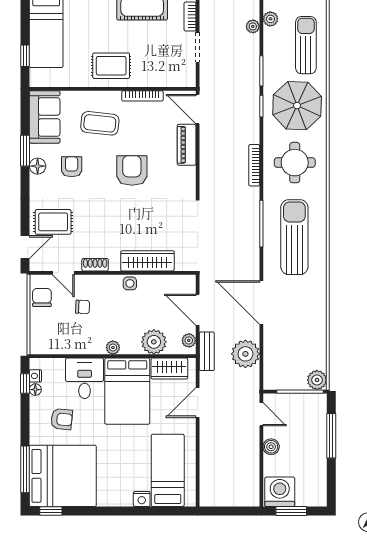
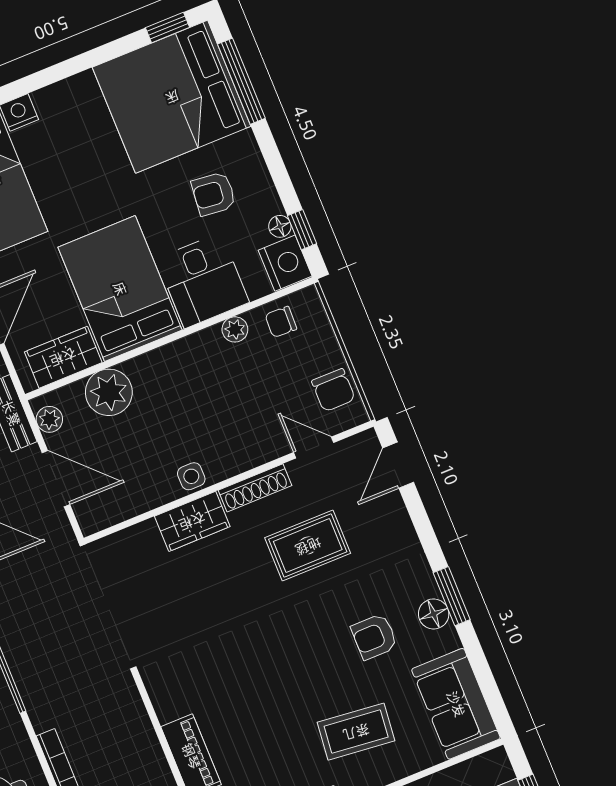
window: (25, 151) -> (452, 596), moved
armchair: (72, 167) -> (374, 637), turned 90
armchair: (132, 170) -> (268, 673), removed
rug: (53, 222) -> (308, 546), moved
wardrobe: (147, 261) -> (192, 521), width x0.67
shoe rack: (95, 265) -> (255, 488), width x1.43
chair: (83, 307) -> (281, 322), moved
plant: (113, 348) -> (235, 329), moved
nightstand: (35, 376) -> (285, 263), width x1.89, depth x1.79

